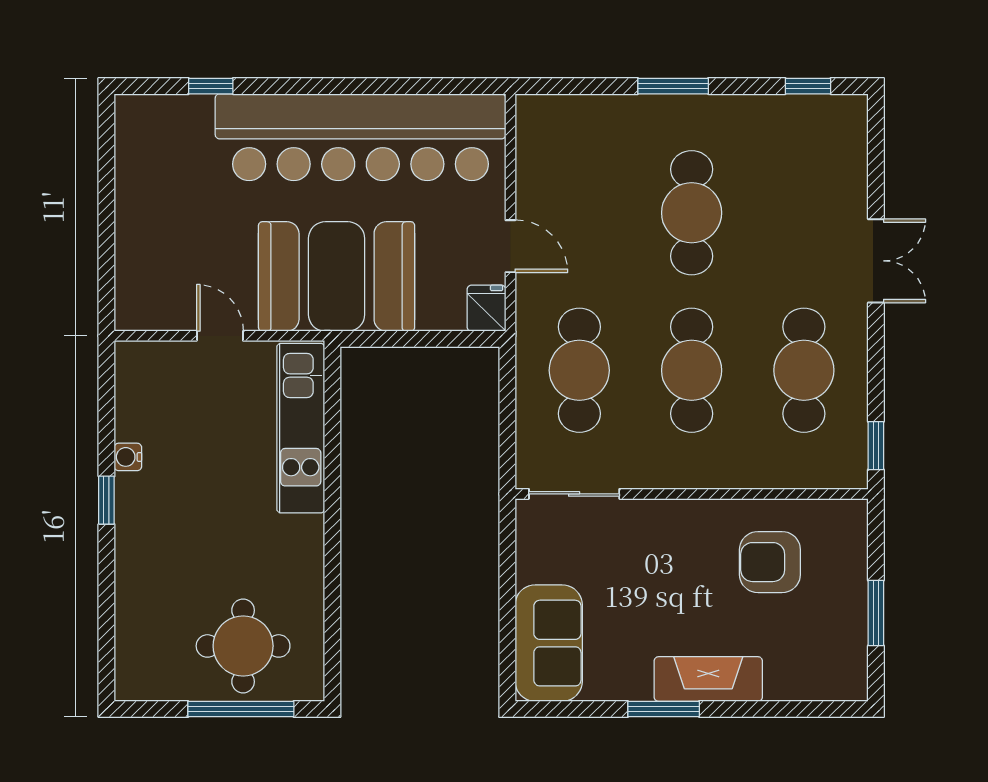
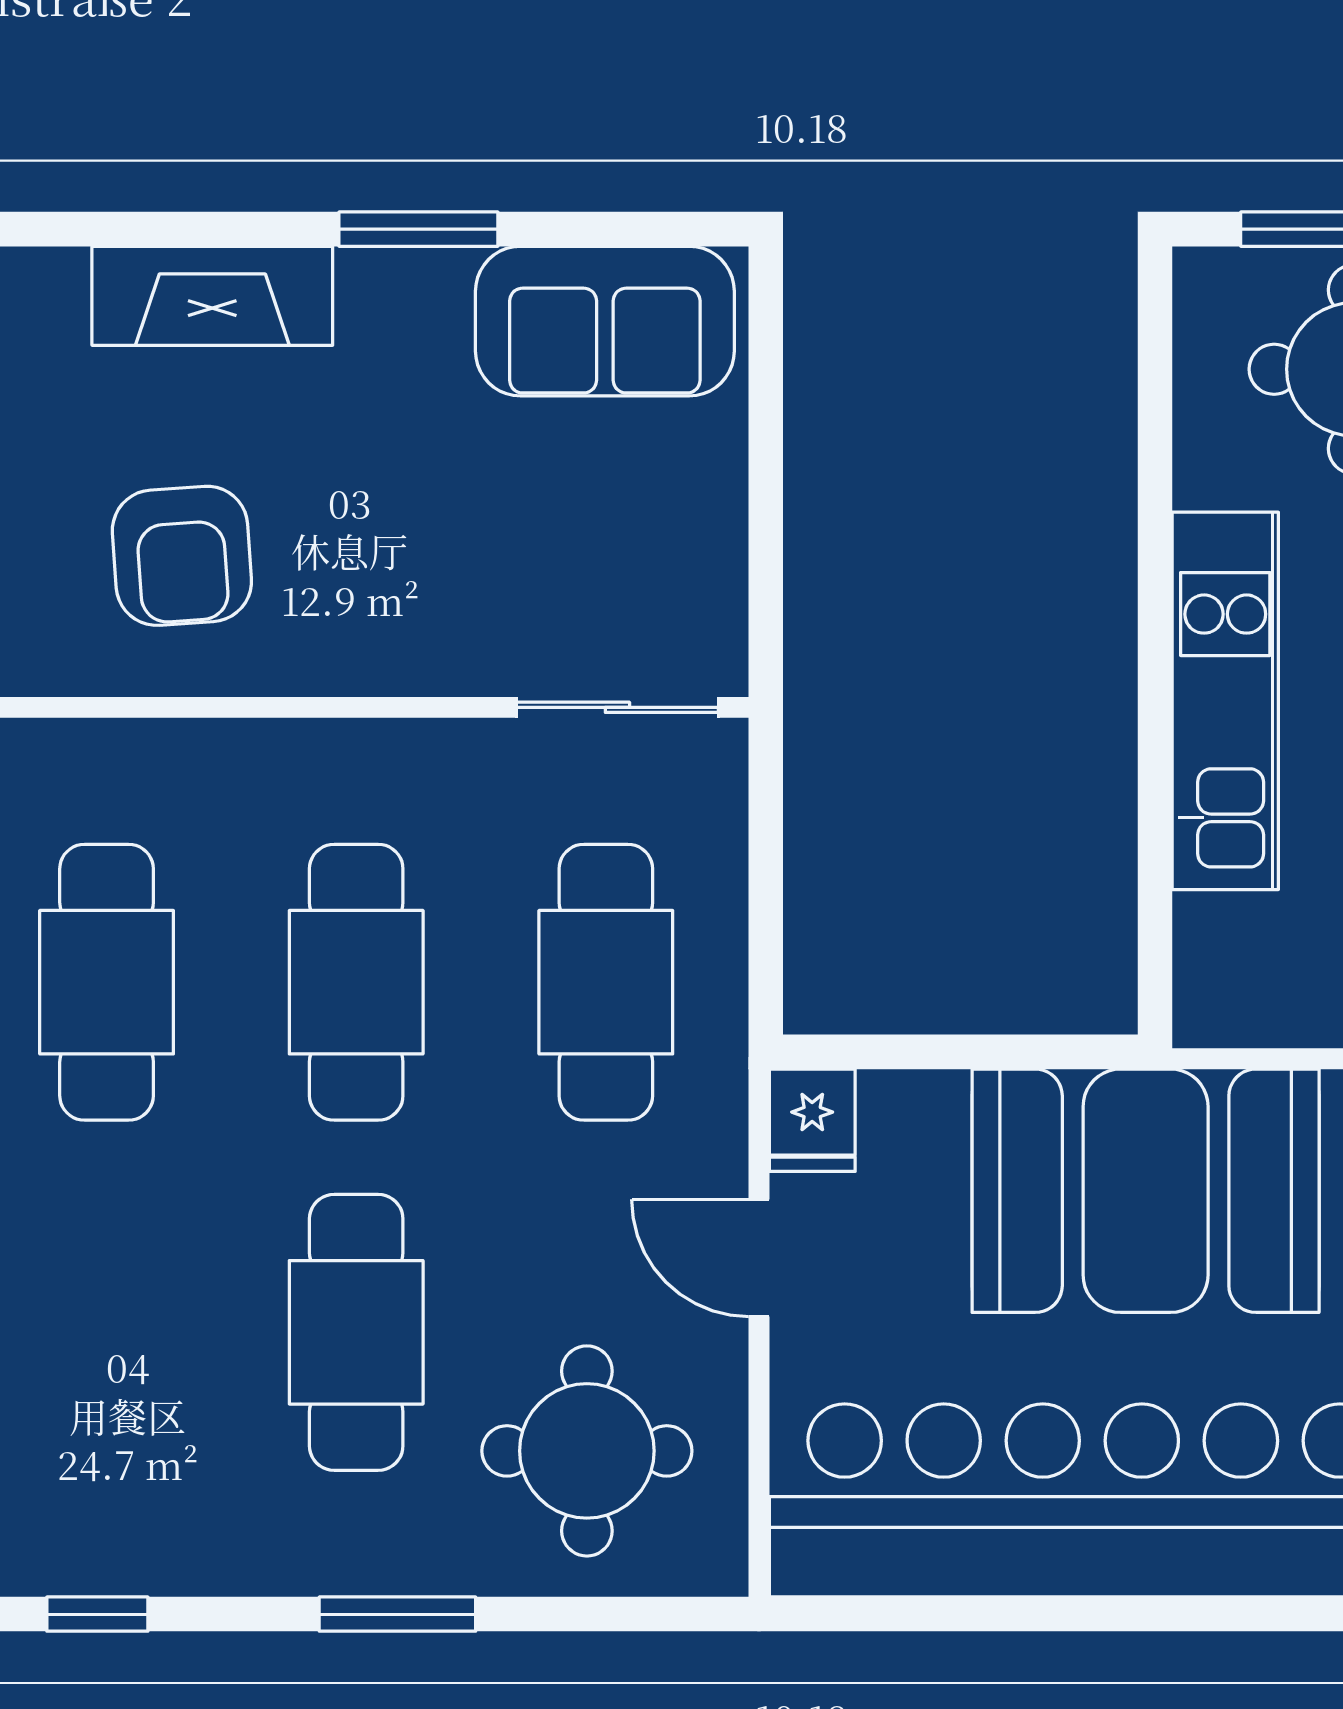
round table: (588, 159) -> (587, 1451), added
kitchen unit: (301, 428) -> (1225, 701), moved
armchair: (770, 562) -> (182, 556), turned 86
sofa: (549, 643) -> (605, 321), moved, turned -90
fireplace: (708, 679) -> (212, 296), moved

